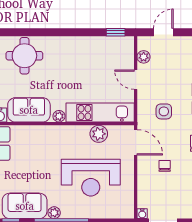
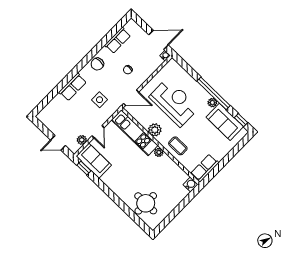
sofa: (29, 110) -> (94, 161), moved, turned 180
plant: (99, 134) -> (155, 130), moved
coffee table: (47, 140) -> (178, 146), added
door: (136, 142) -> (131, 98), swing flipped

